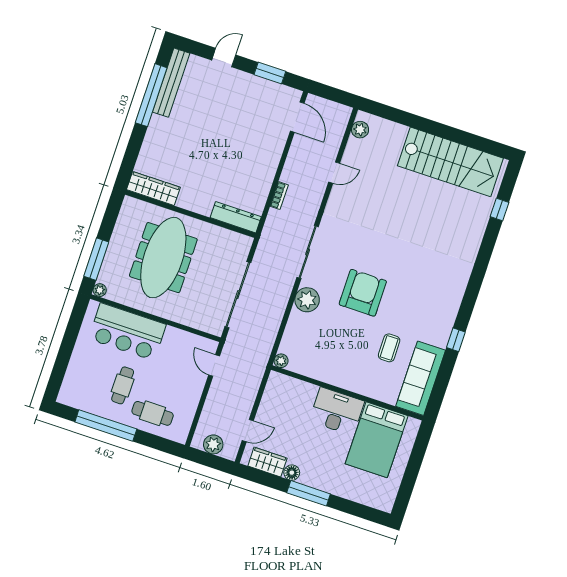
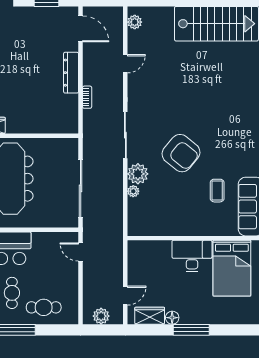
dresser: (236, 217) -> (71, 73), moved, turned -90
armchair: (363, 293) -> (181, 153), turned 129
plant: (281, 361) -> (133, 191), moved

